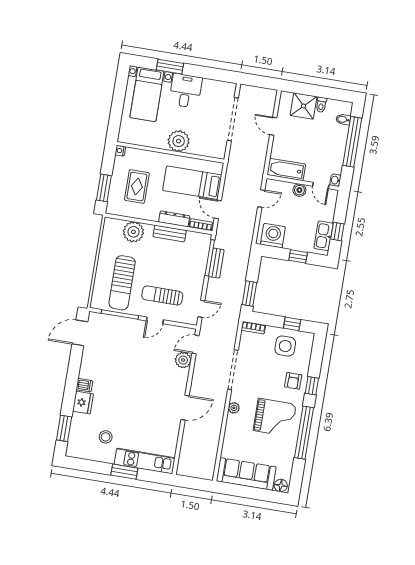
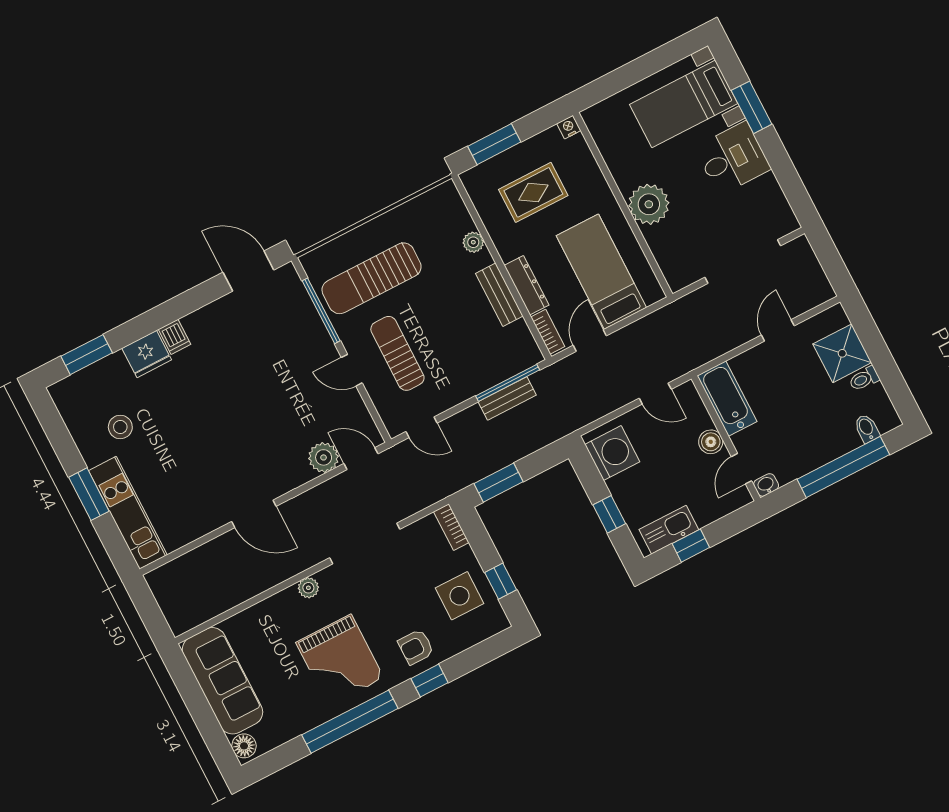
plant: (133, 232) -> (473, 242), width x0.53, depth x0.53

